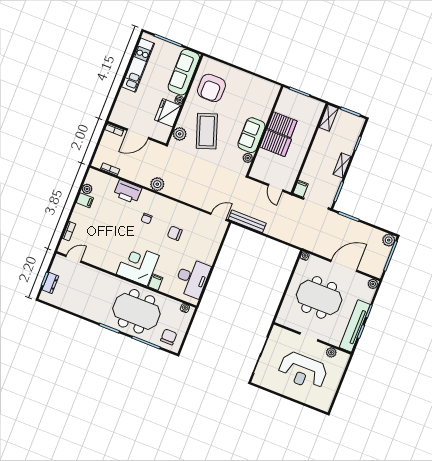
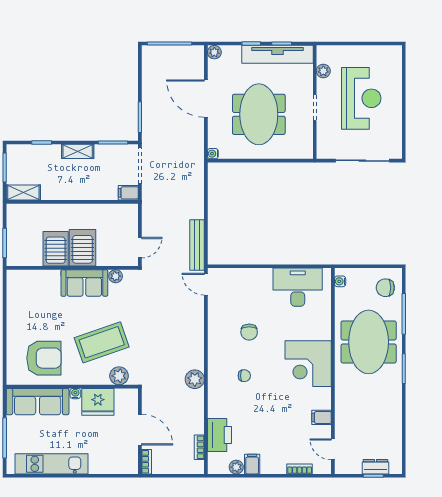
door: (276, 188) -> (140, 248), moved
printer: (128, 192) -> (219, 435), moved
plant: (389, 240) -> (150, 54), removed
filing cabinet: (156, 282) -> (322, 417), moved

